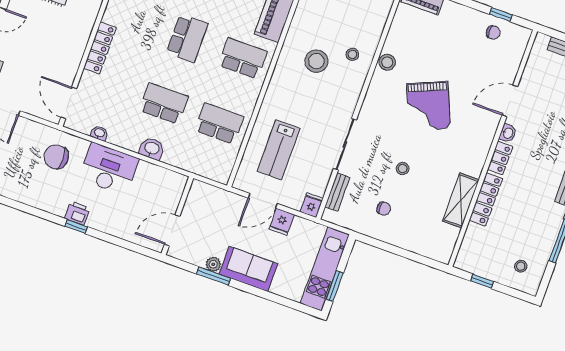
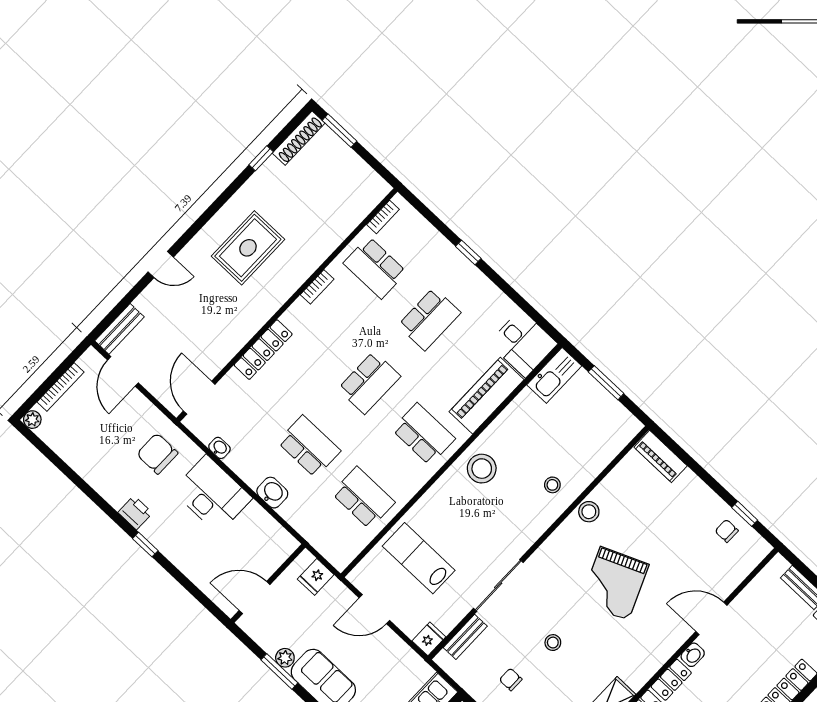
chair: (493, 33) -> (727, 531), turned 180
stool: (316, 61) -> (482, 469), moved
lab bench: (279, 150) -> (419, 558), turned 90
chair: (384, 209) -> (511, 679), turned 180
printer: (77, 213) -> (135, 513), moved
fridge: (282, 222) -> (316, 577), moved

